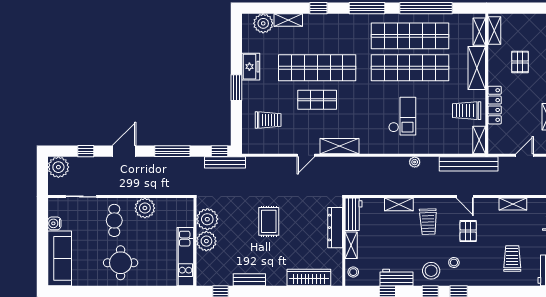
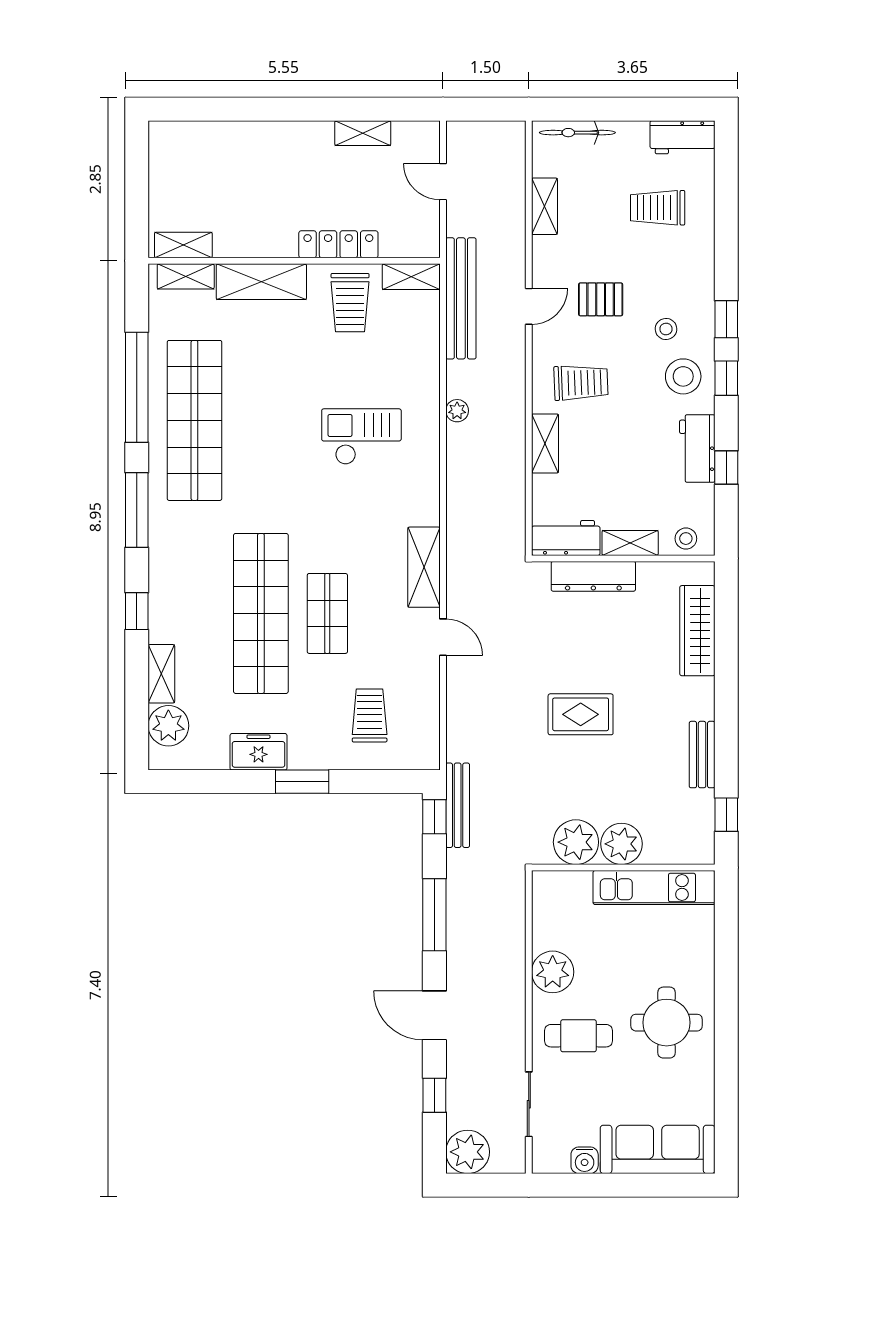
pallet: (520, 62) -> (249, 191), removed
shop shelf: (410, 68) -> (261, 420), removed

